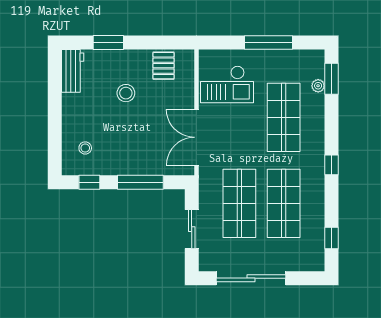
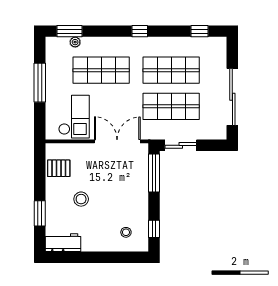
double door: (196, 137) -> (117, 141), swing flipped
window: (140, 182) -> (154, 173), moved
sliding door: (192, 229) -> (181, 145), moved

